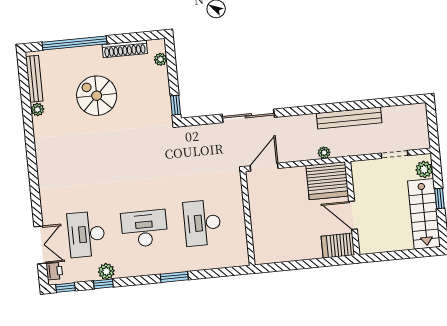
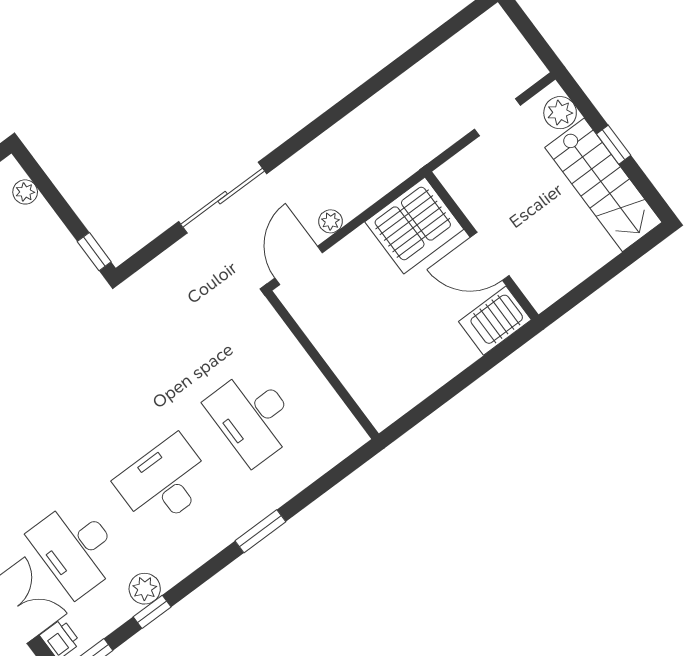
bench: (349, 118) -> (388, 103), removed
plant: (324, 153) -> (330, 221), moved

